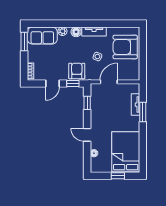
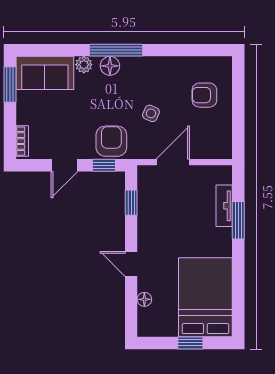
window: (79, 24) -> (116, 50), added
tv unit: (94, 31) -> (144, 65), removed
armchair: (125, 47) -> (204, 95), width x0.53, depth x0.53

